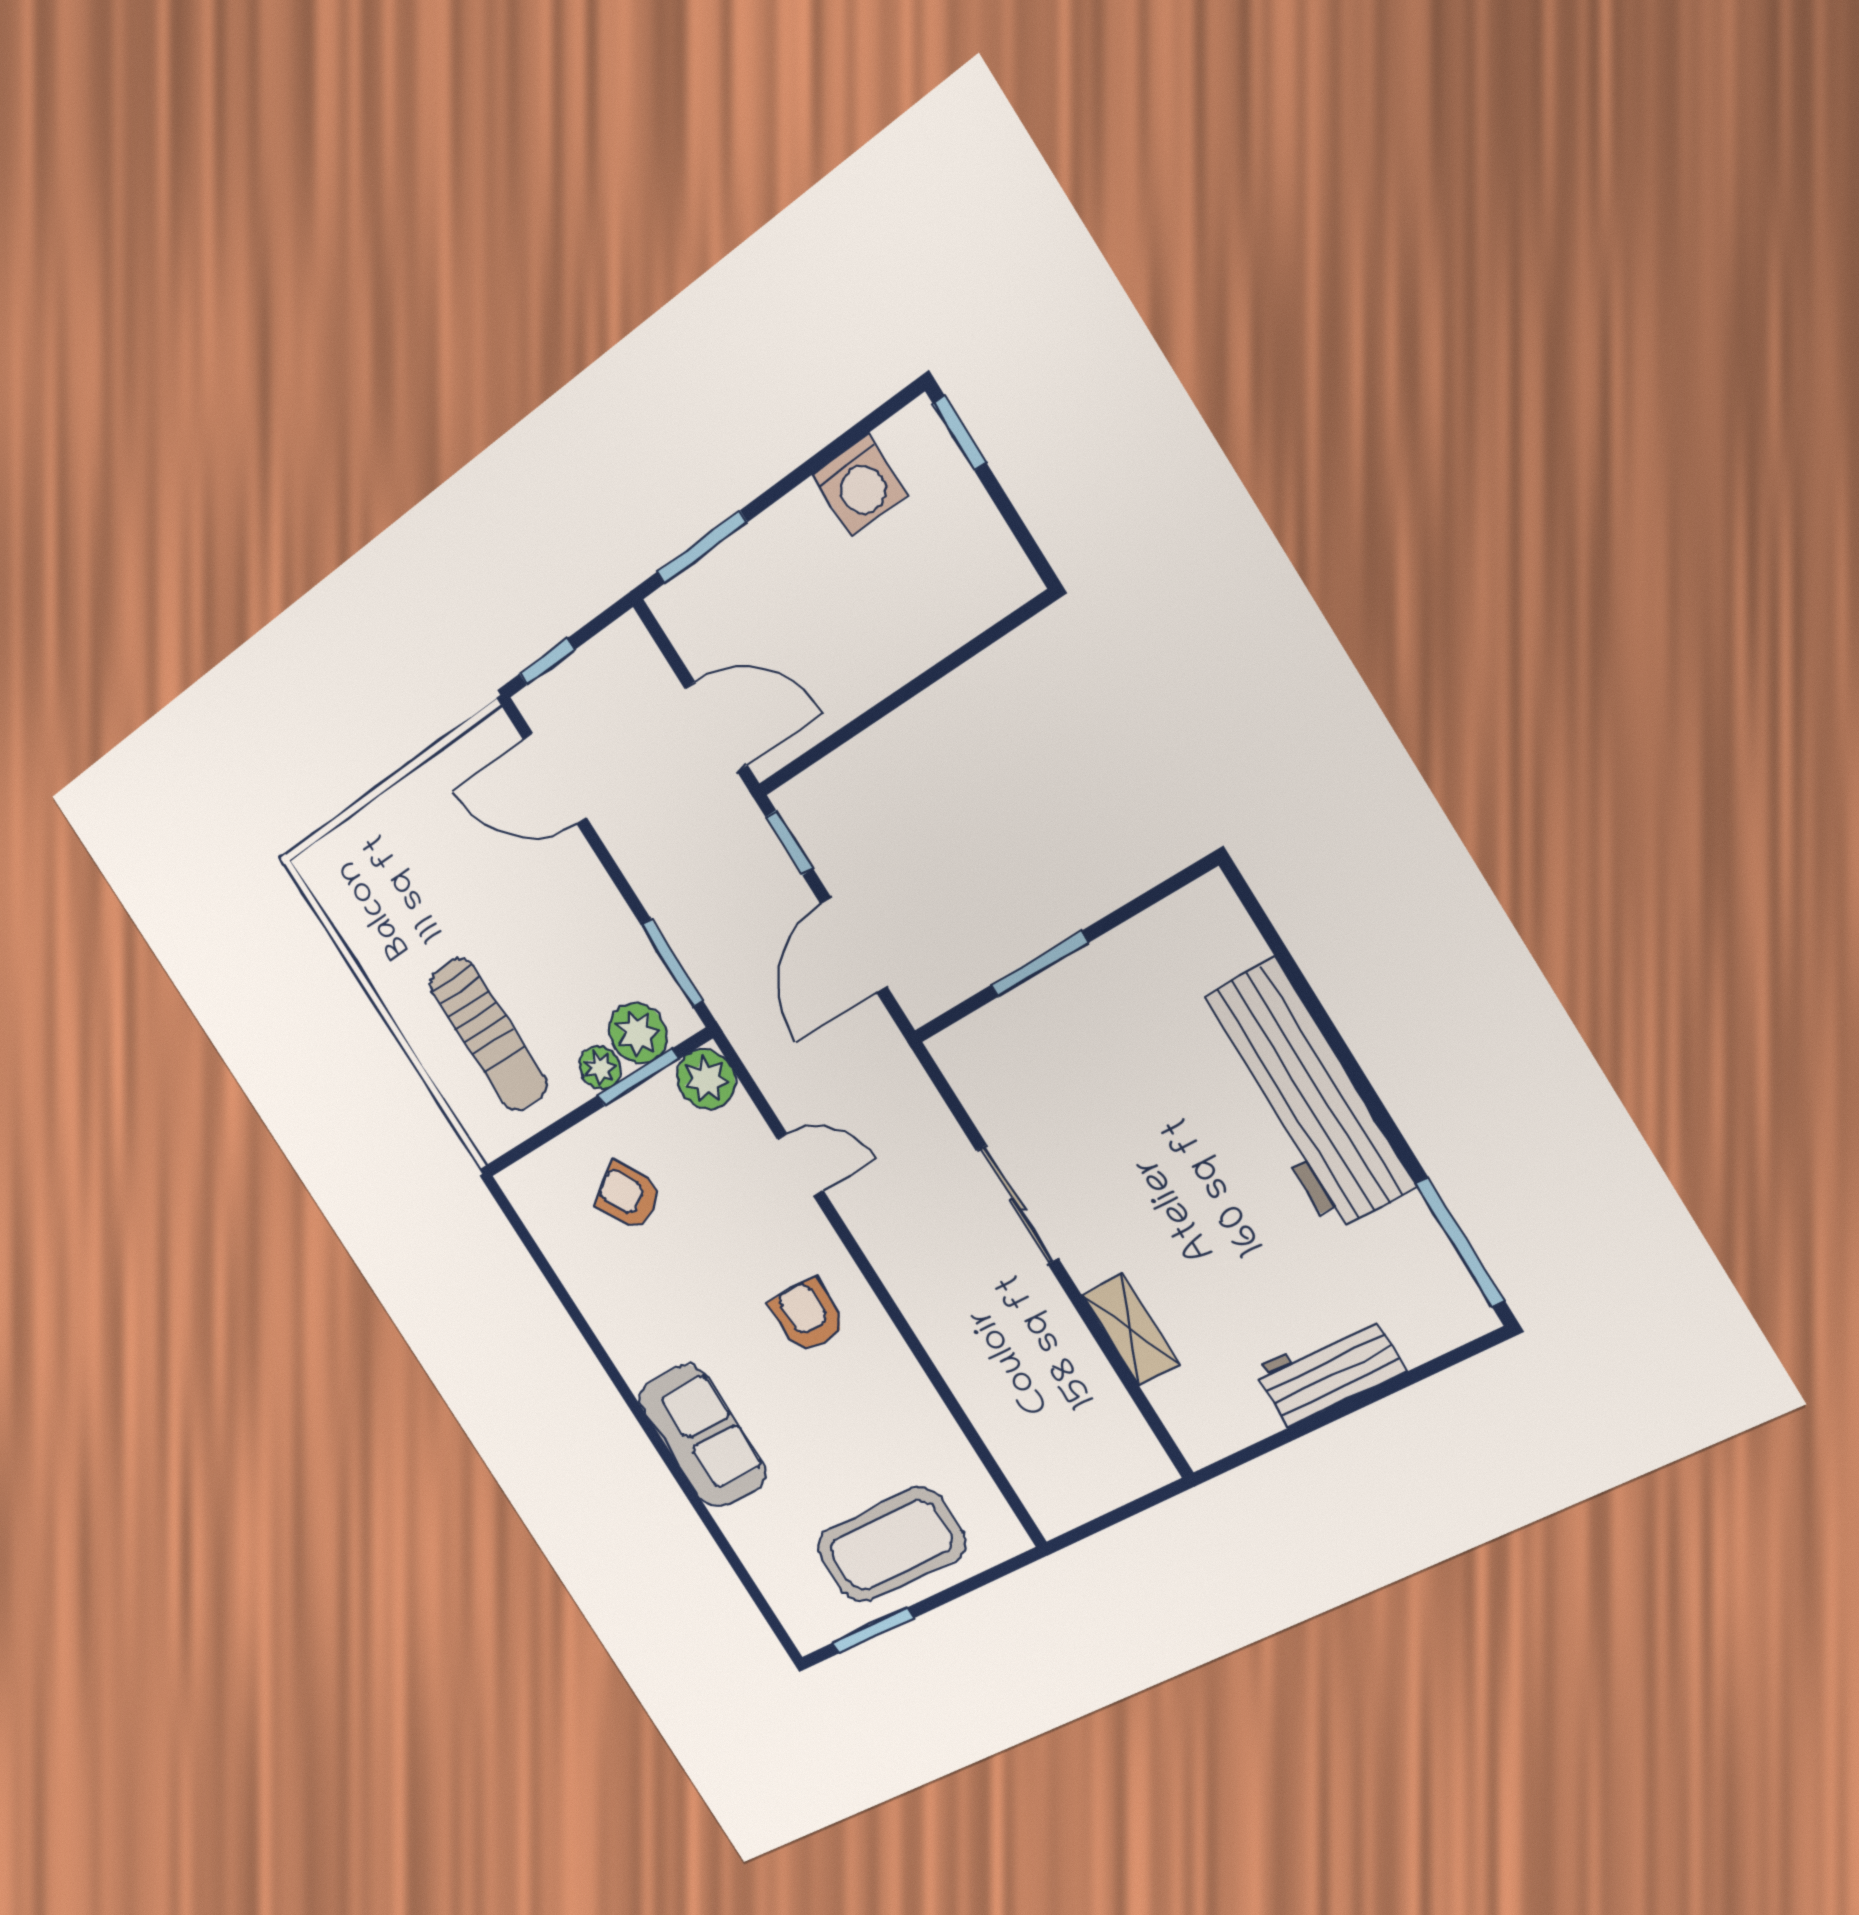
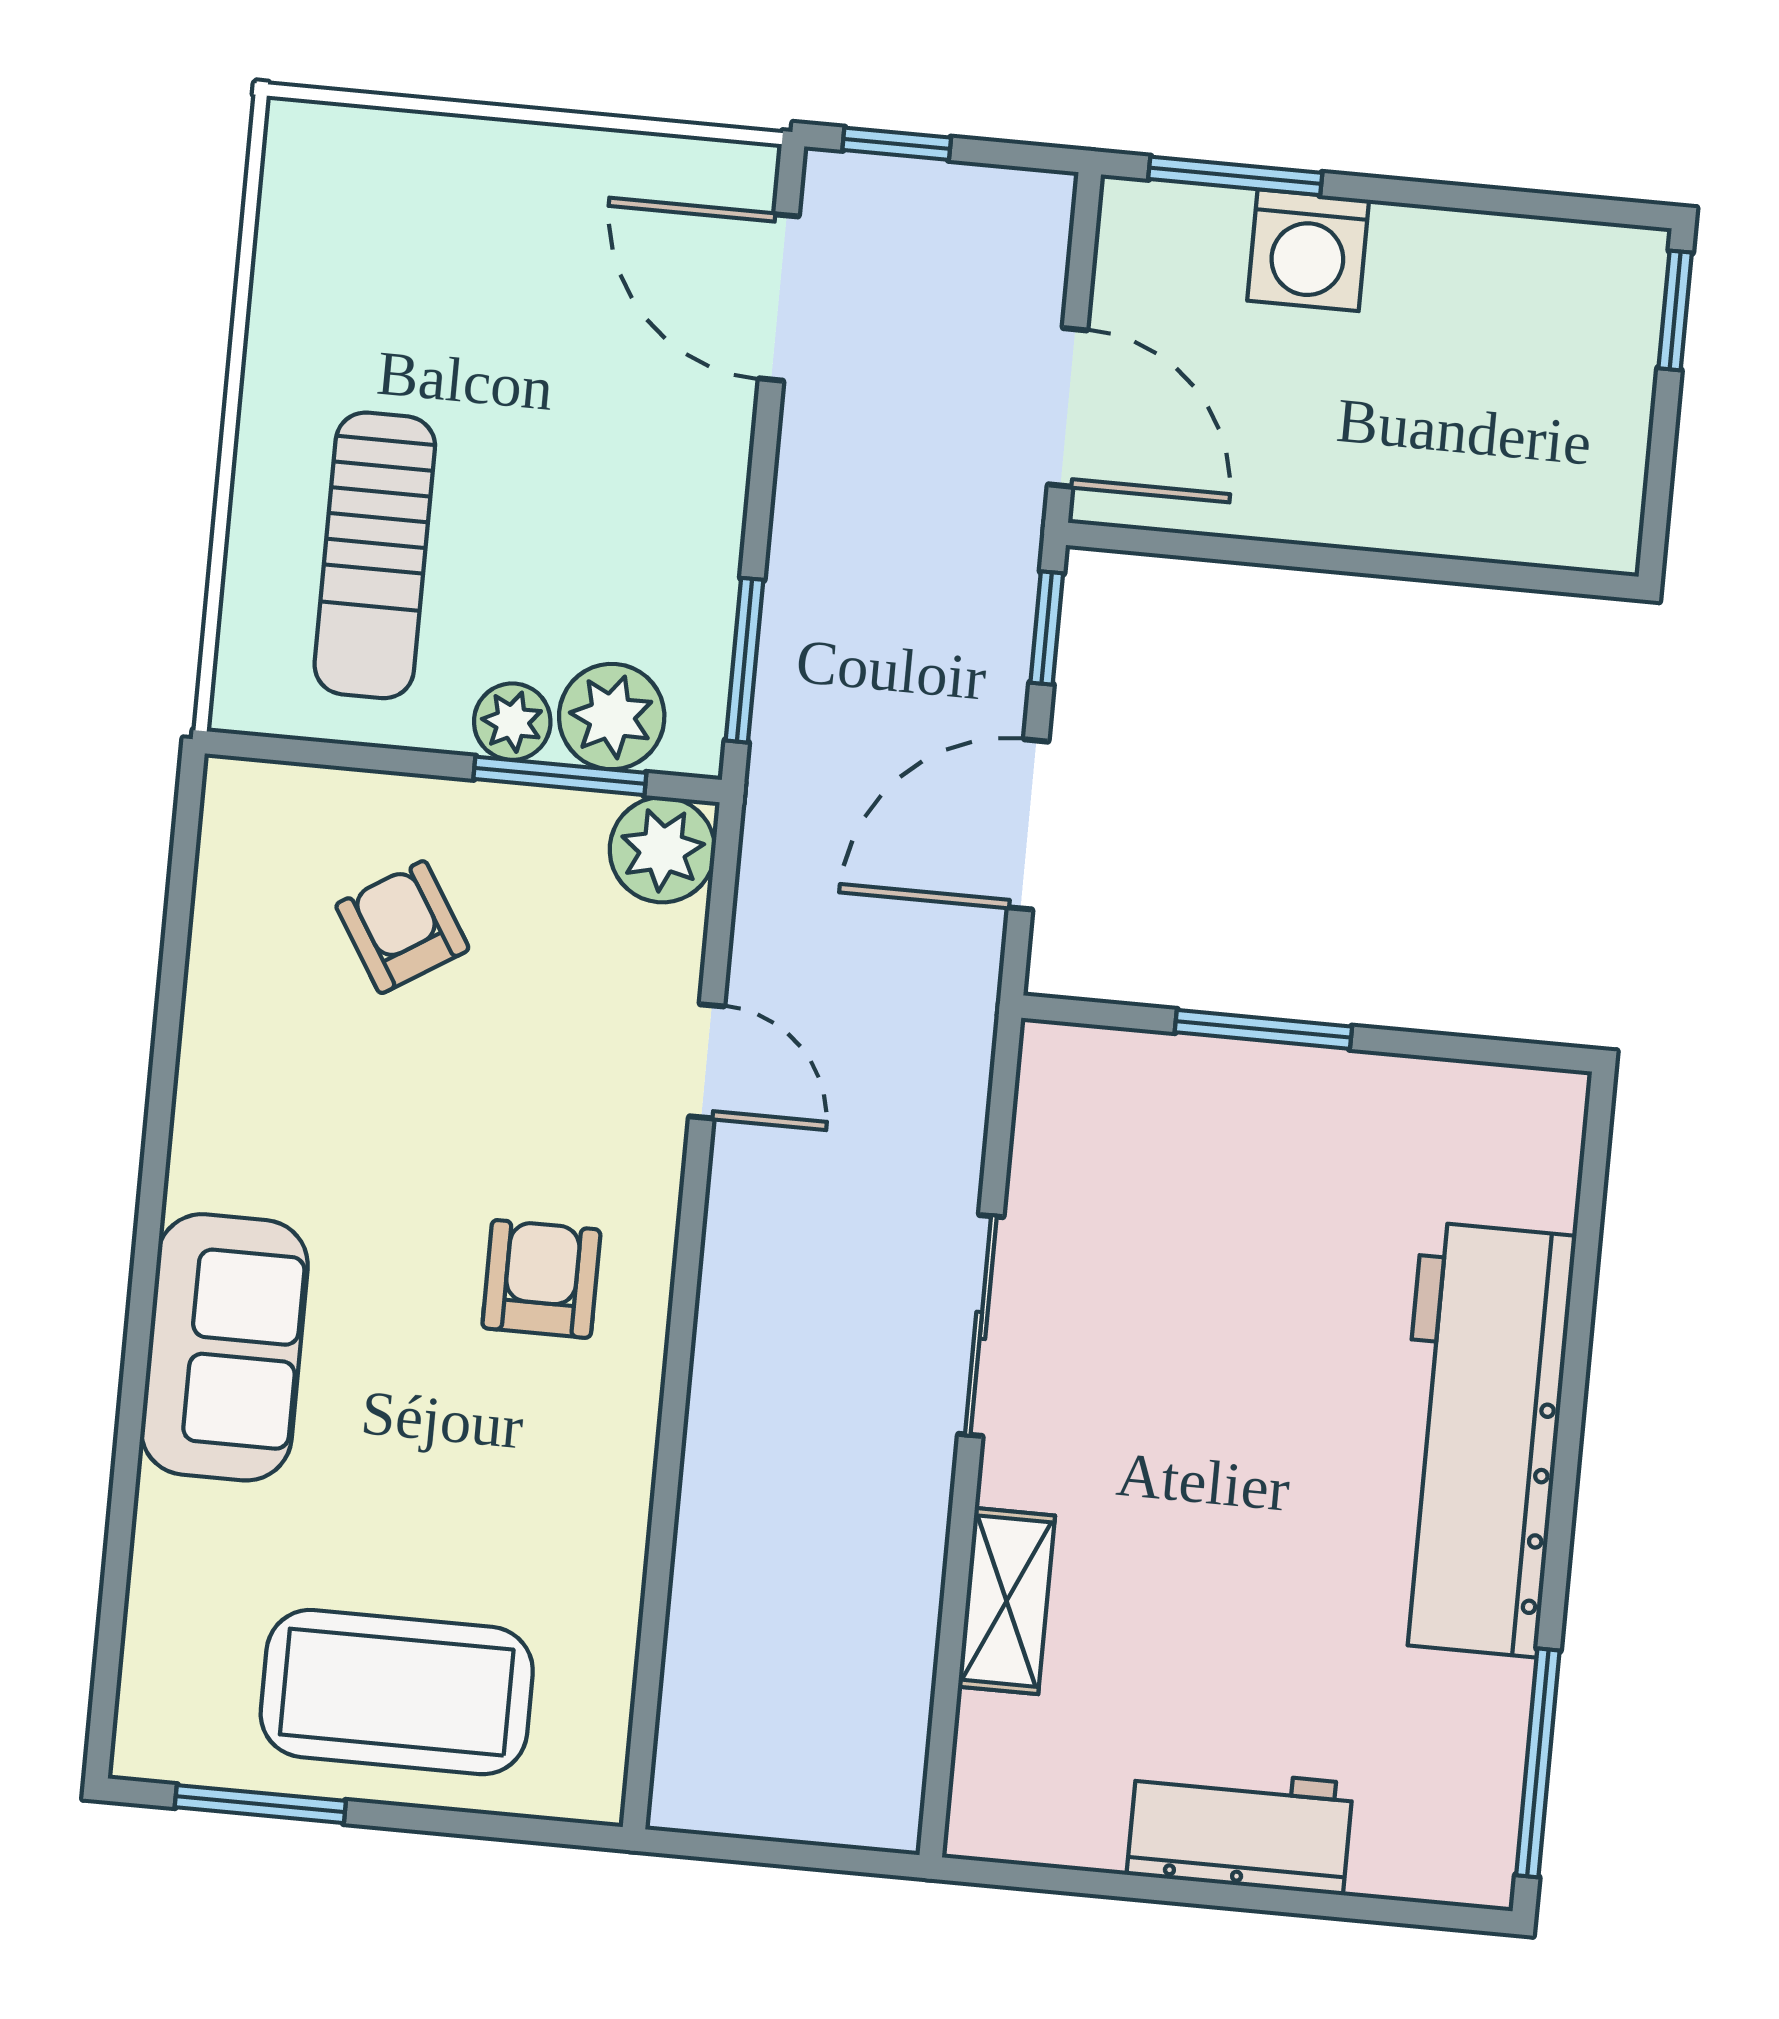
washing machine: (860, 485) -> (1308, 250), moved

